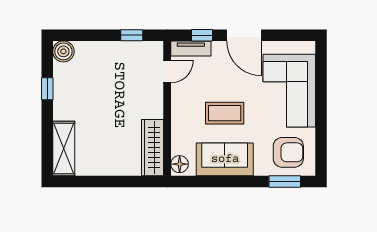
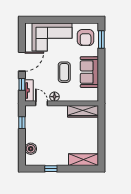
boiler: (63, 51) -> (31, 149), moved
armchair: (288, 152) -> (86, 37), turned 180
floor lamp: (180, 164) -> (54, 97), moved

